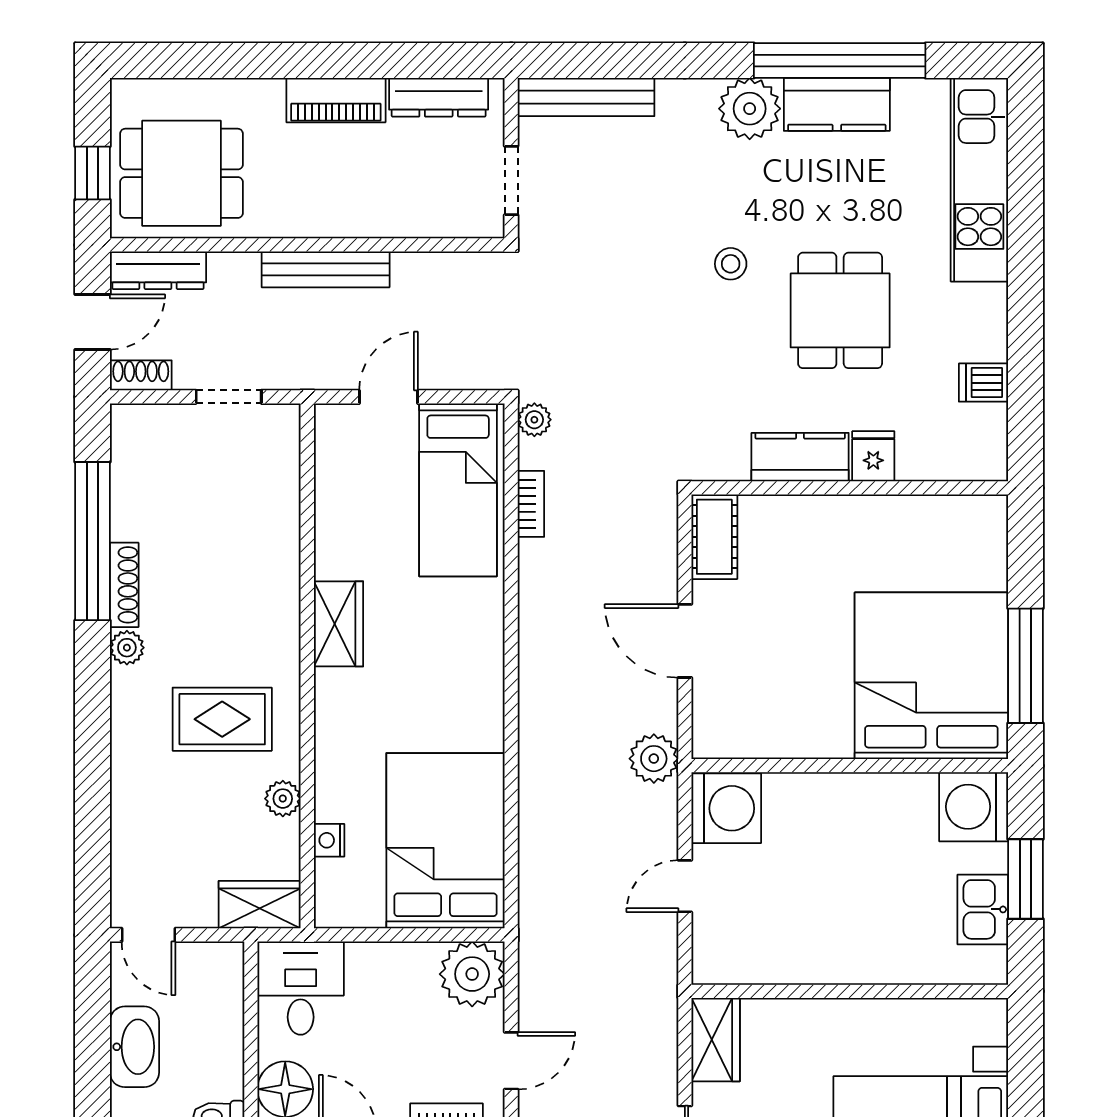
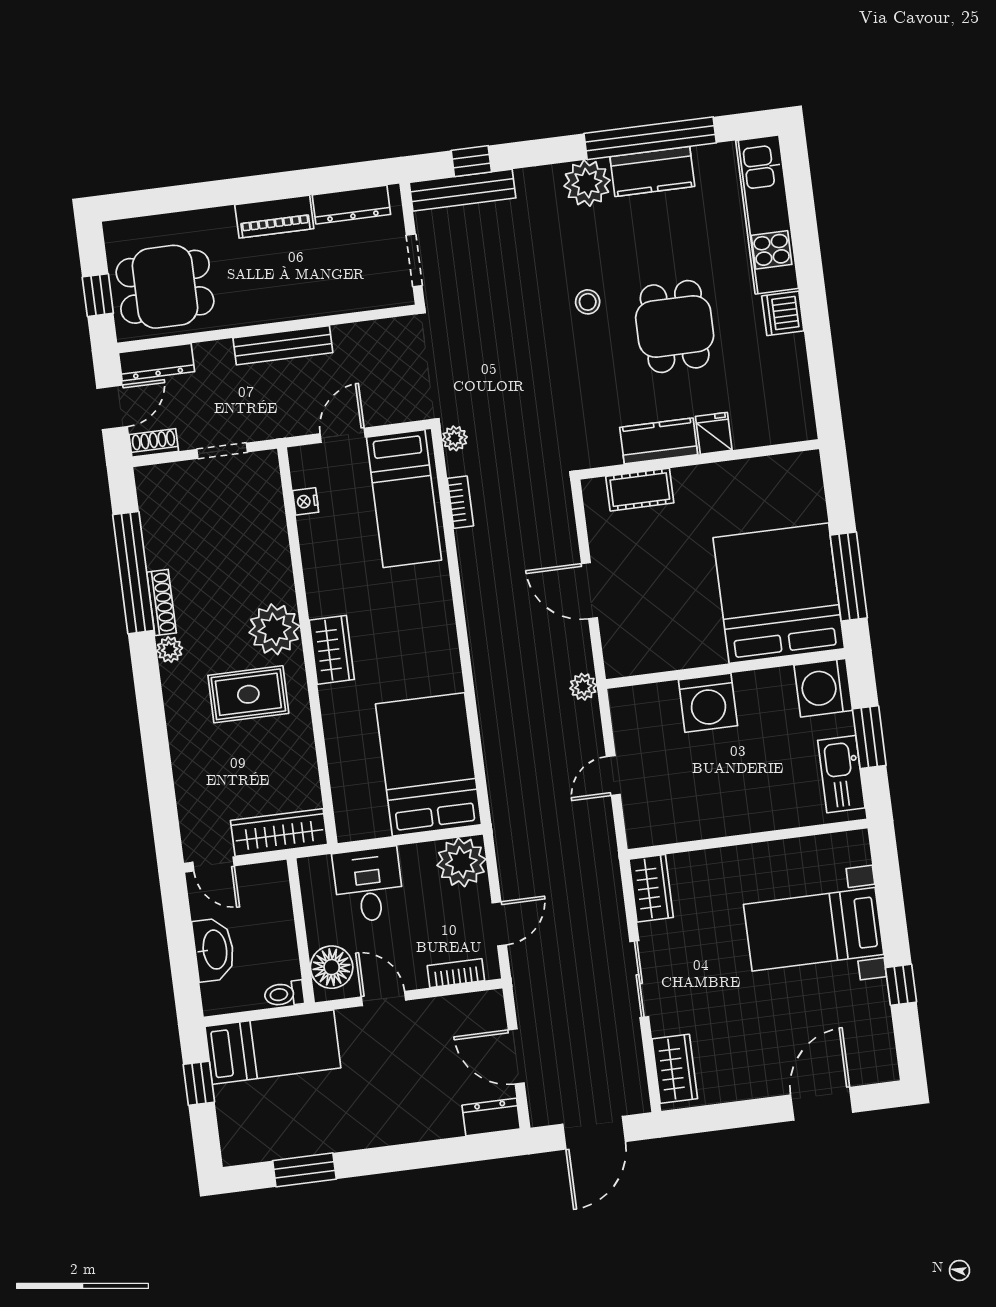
window: (602, 61) -> (471, 161), added
dishwasher: (983, 383) -> (783, 313), moved, width x1.38
cot: (714, 537) -> (640, 490), moved, turned 90
wardrobe: (338, 624) -> (332, 650), moved
plant: (654, 759) -> (583, 687), width x0.73, depth x0.73
plant: (283, 799) -> (274, 629), moved, width x1.87, depth x1.87
washing machine: (726, 808) -> (708, 703), moved, turned 90
nightstand: (329, 840) -> (306, 501), moved
wardrobe: (260, 905) -> (279, 832), width x1.50
kitchen sink: (983, 909) -> (841, 774), width x1.38
desk: (301, 988) -> (368, 885), moved

